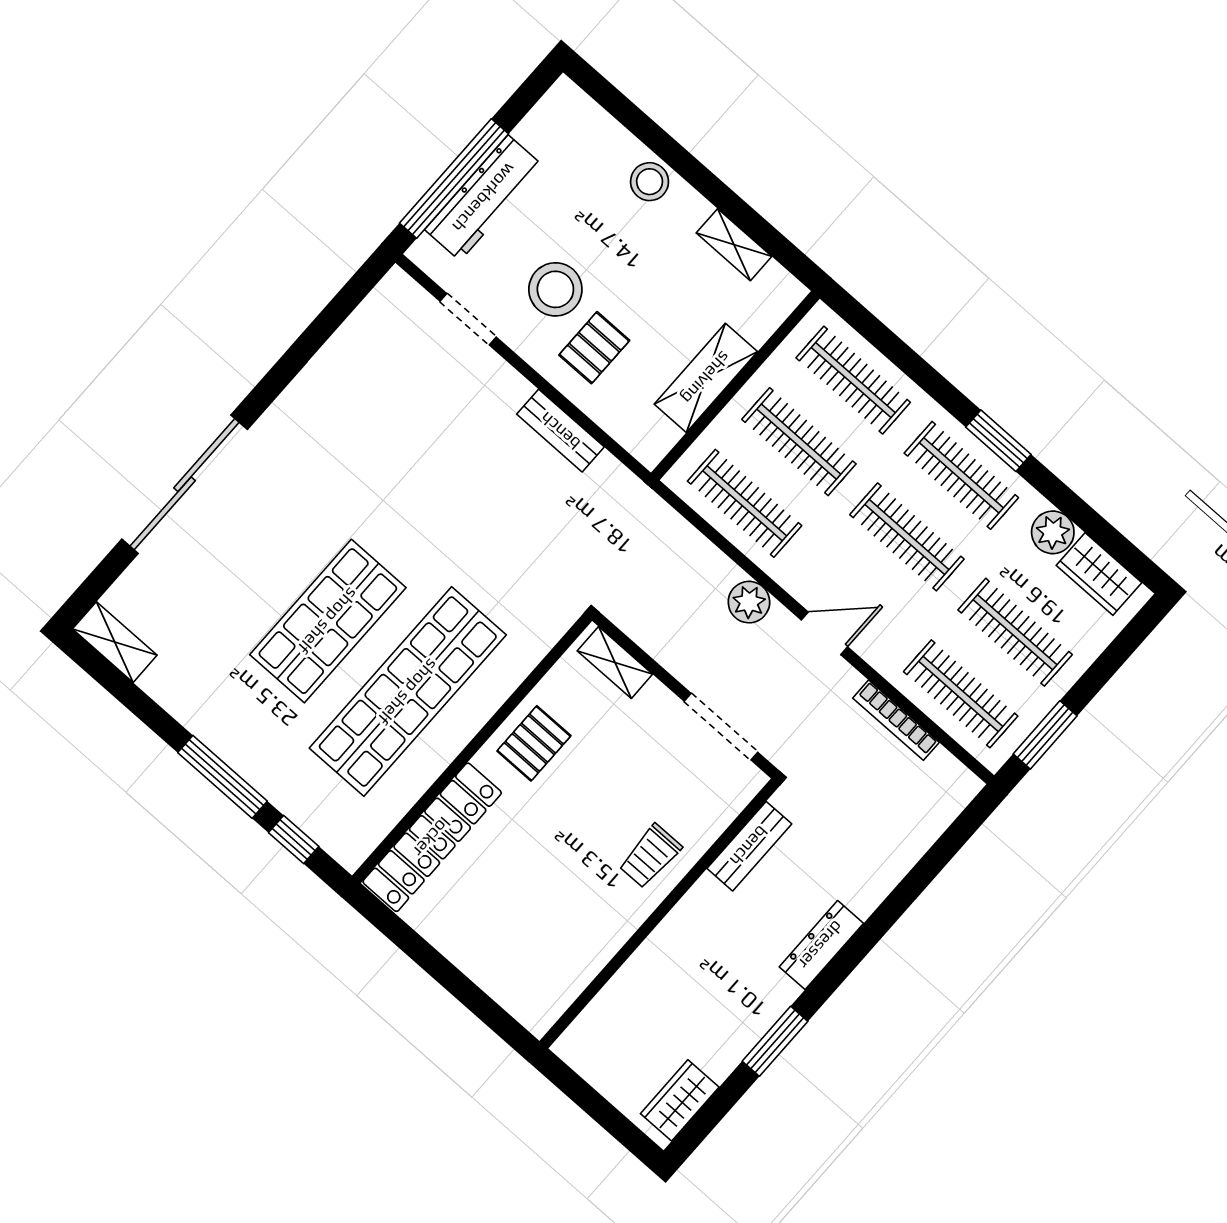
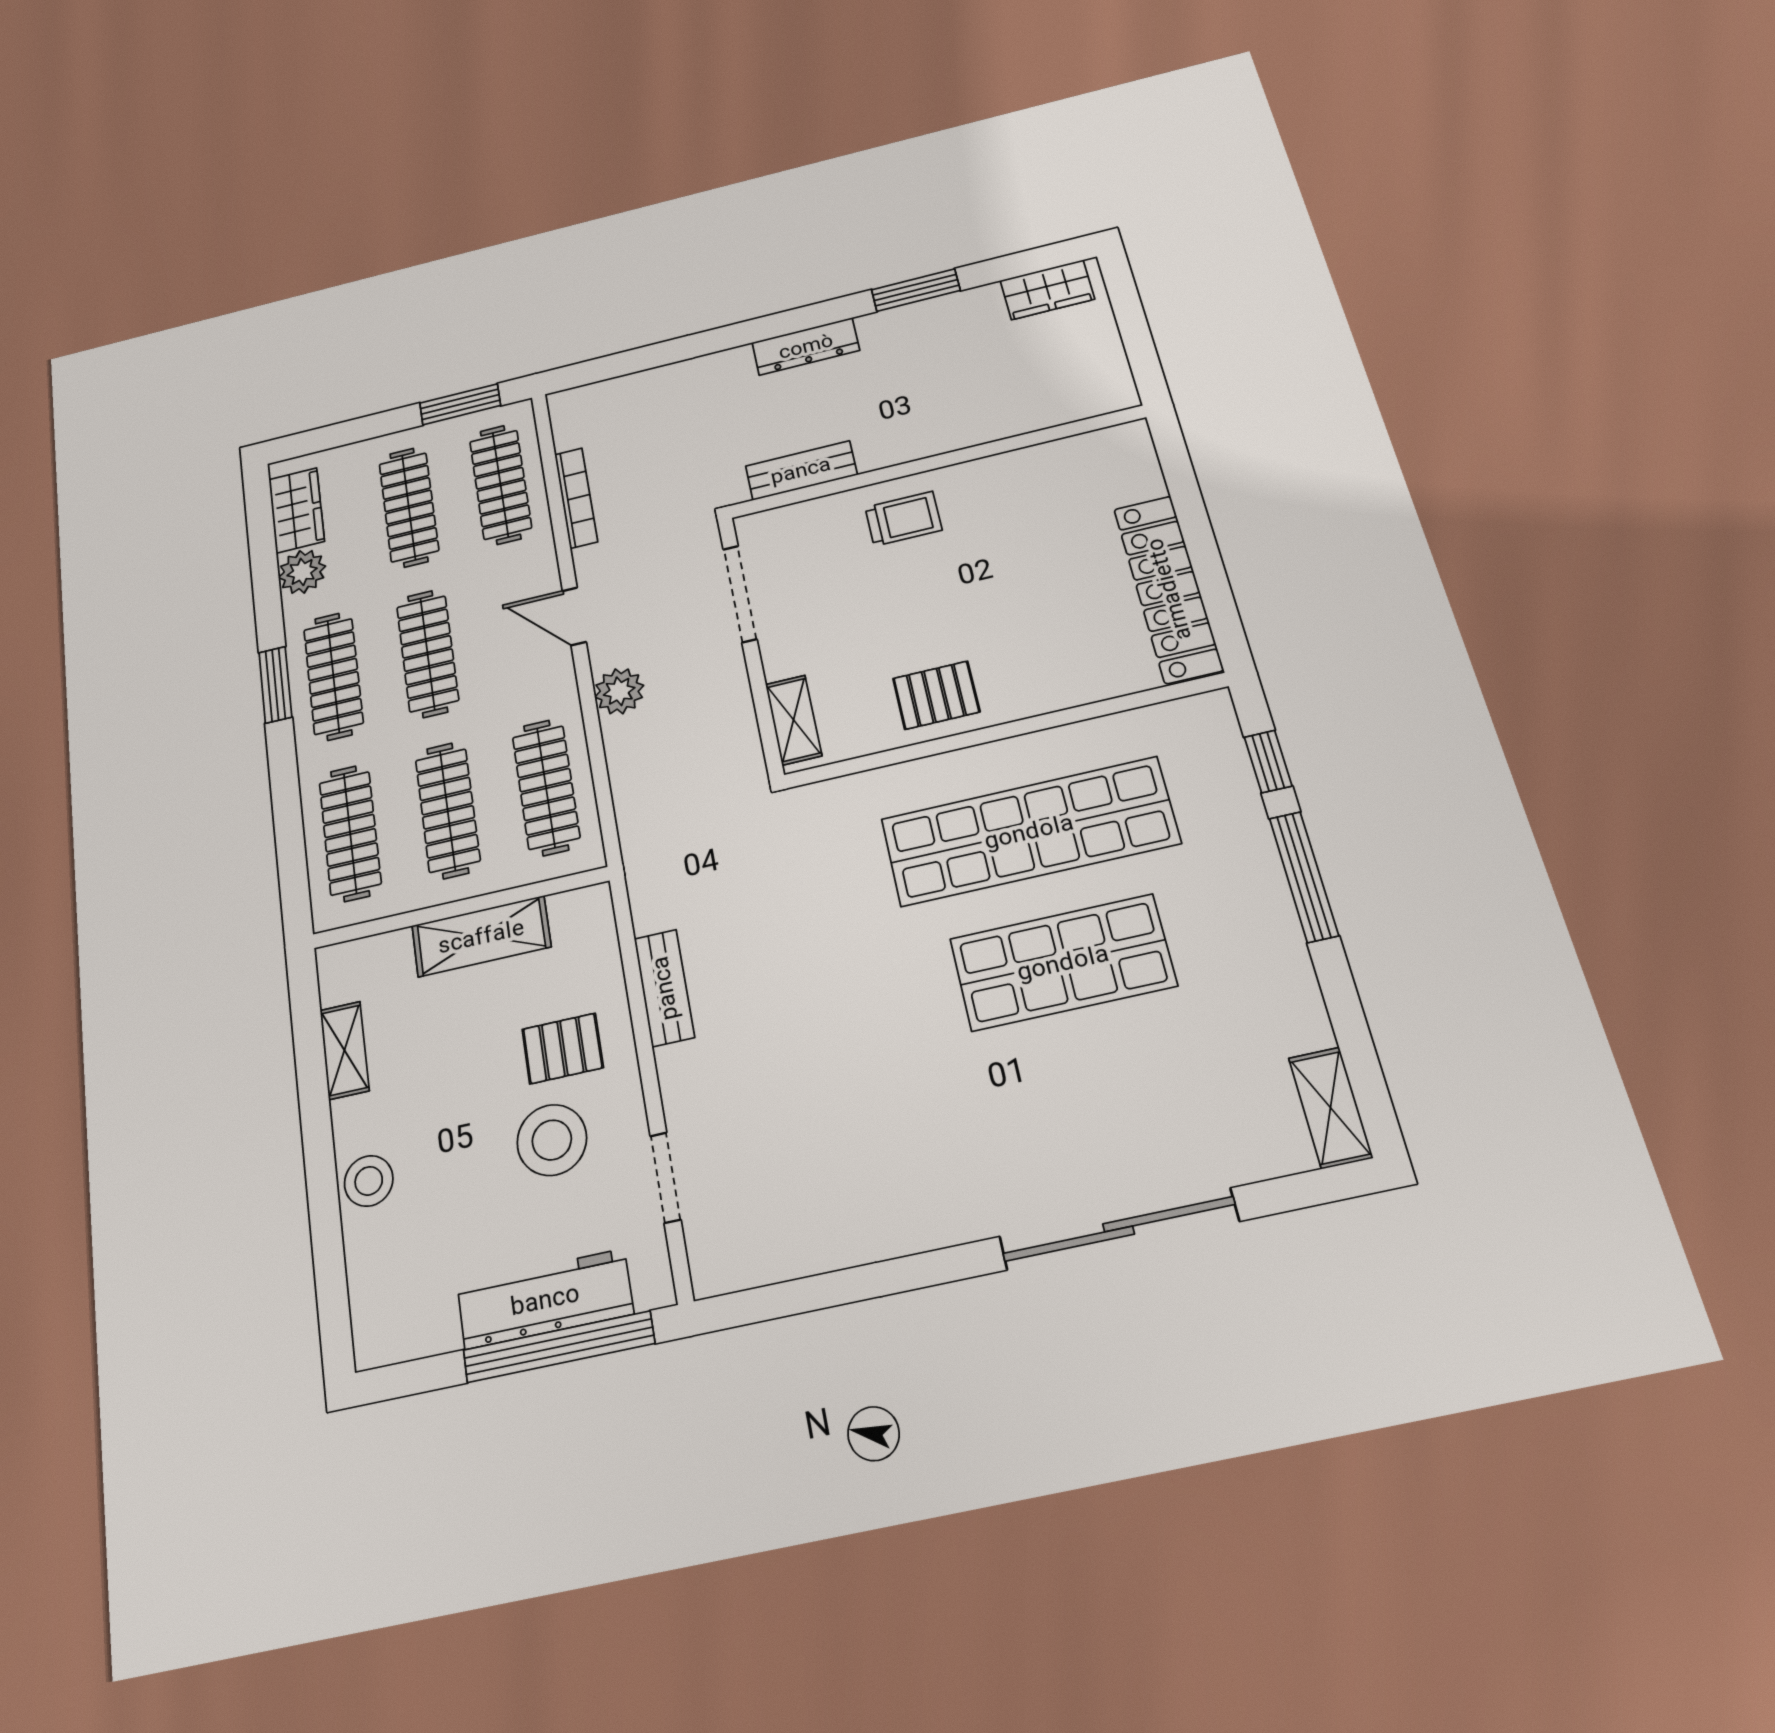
locker: (432, 837) -> (1168, 589), moved, turned -90

